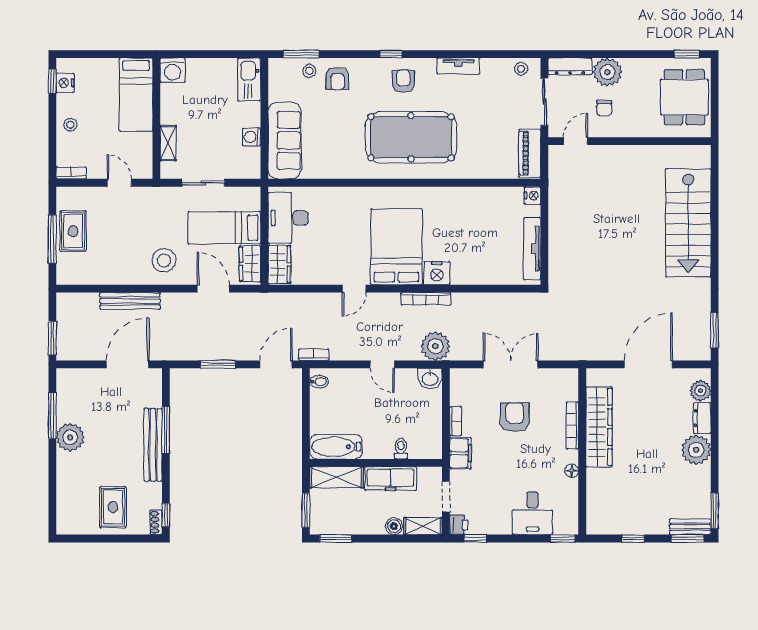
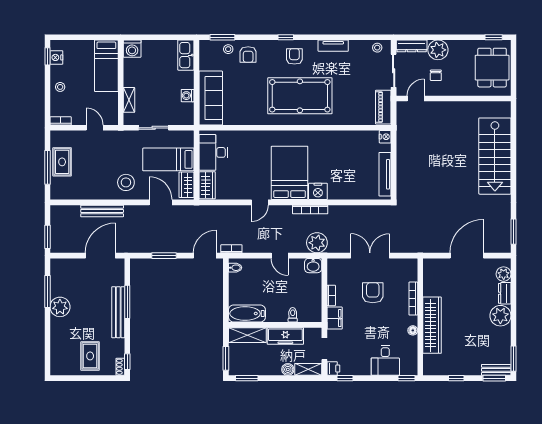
wardrobe: (599, 427) -> (432, 325), moved

